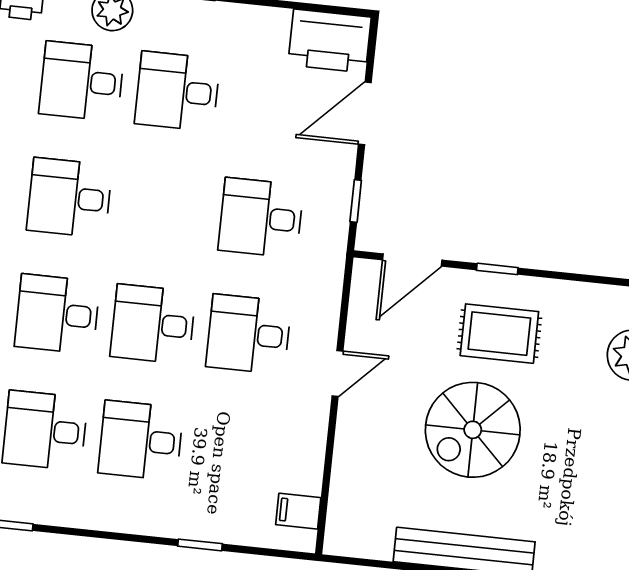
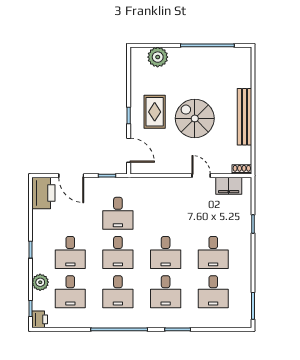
desk: (249, 334) -> (118, 252), moved
door: (338, 373) -> (201, 176), moved
spiral stairs: (473, 430) -> (195, 118), turned 180
filing cabinet: (298, 511) -> (229, 186), width x2.00
shoe rack: (336, 532) -> (242, 169), added

